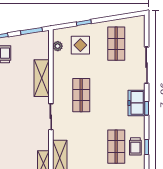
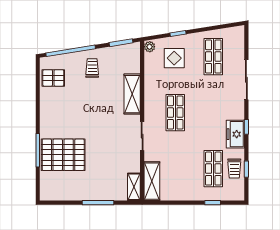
plant: (58, 46) -> (150, 47), moved
freezer: (136, 103) -> (235, 134), moved

